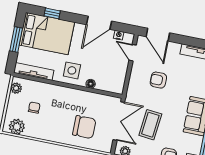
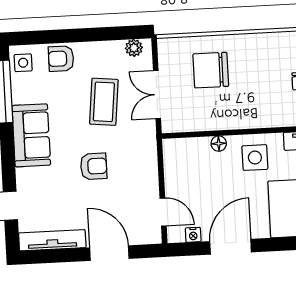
door: (158, 35) -> (109, 253), moved
armchair: (158, 80) -> (94, 166), moved
double door: (119, 121) -> (157, 95), width x0.73

